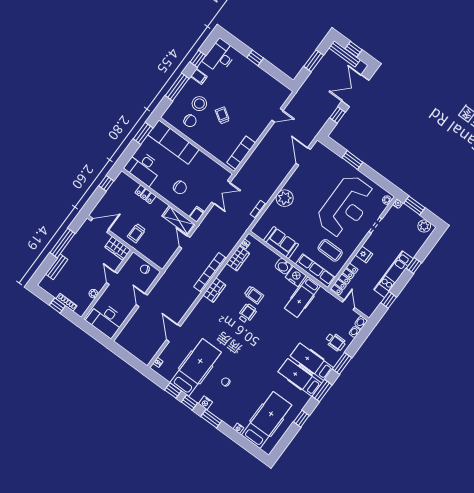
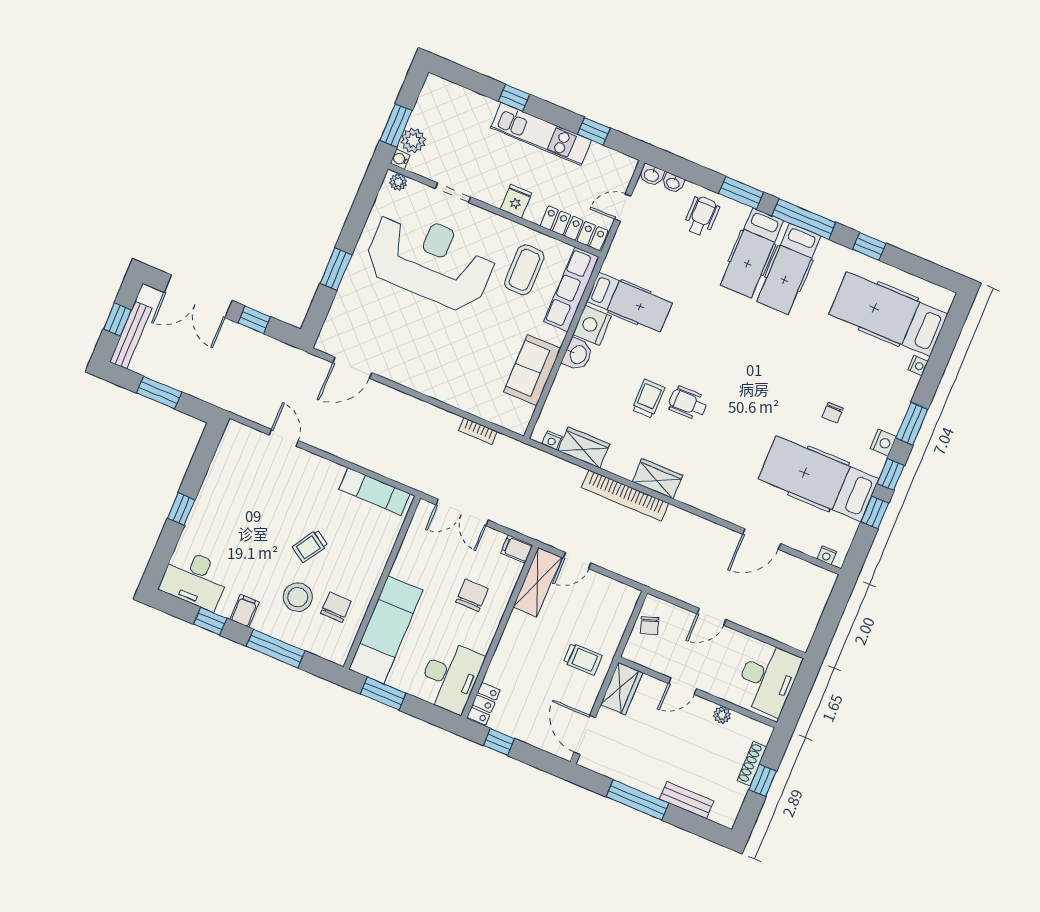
double door: (221, 192) -> (462, 512), swing flipped
locker: (145, 194) -> (484, 704), moved
plant: (285, 198) -> (443, 384), removed
plant: (424, 226) -> (413, 141), moved
window: (322, 391) -> (804, 219), width x1.44

